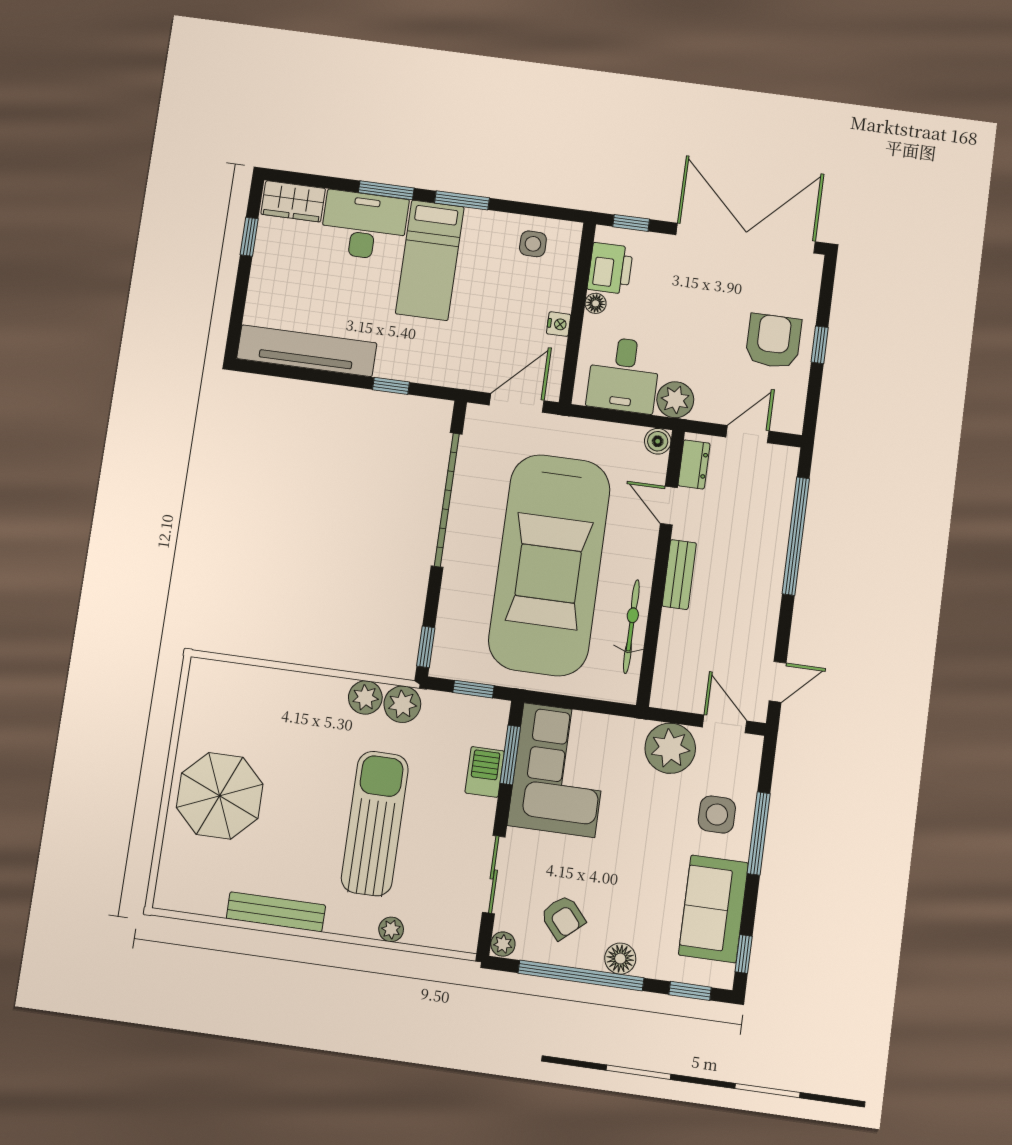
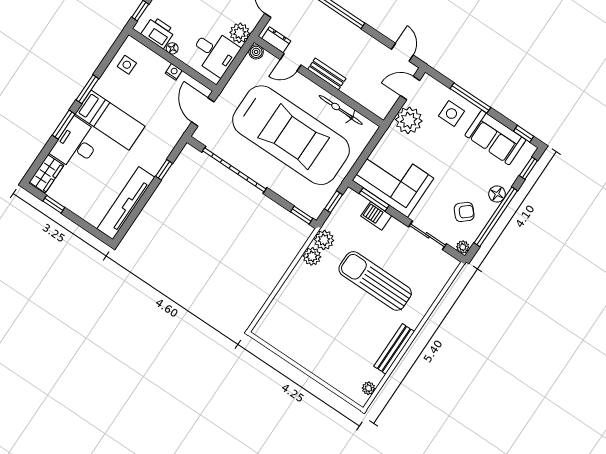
parasol: (220, 796) -> (325, 350), removed
plant: (391, 929) -> (369, 388), moved

